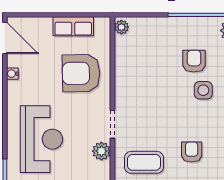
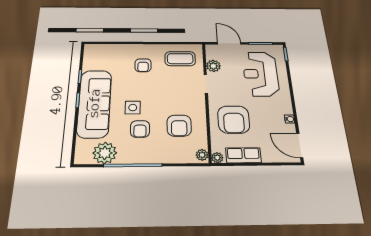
plant: (104, 23) -> (217, 158), added
armchair: (147, 65) -> (179, 126), added
armchair: (81, 73) -> (234, 120), turned 91

